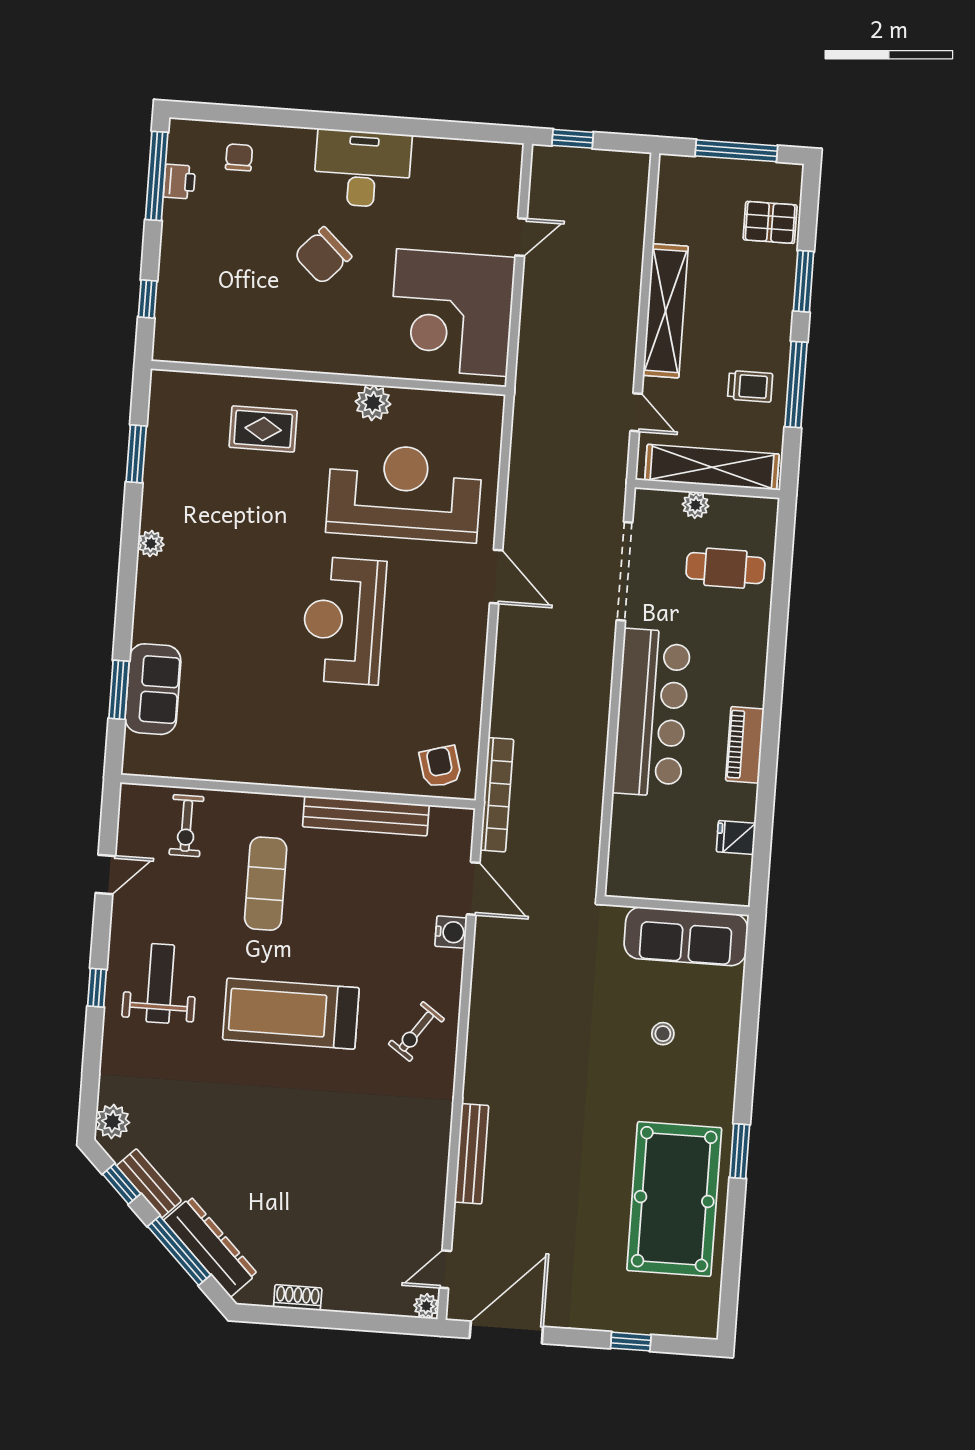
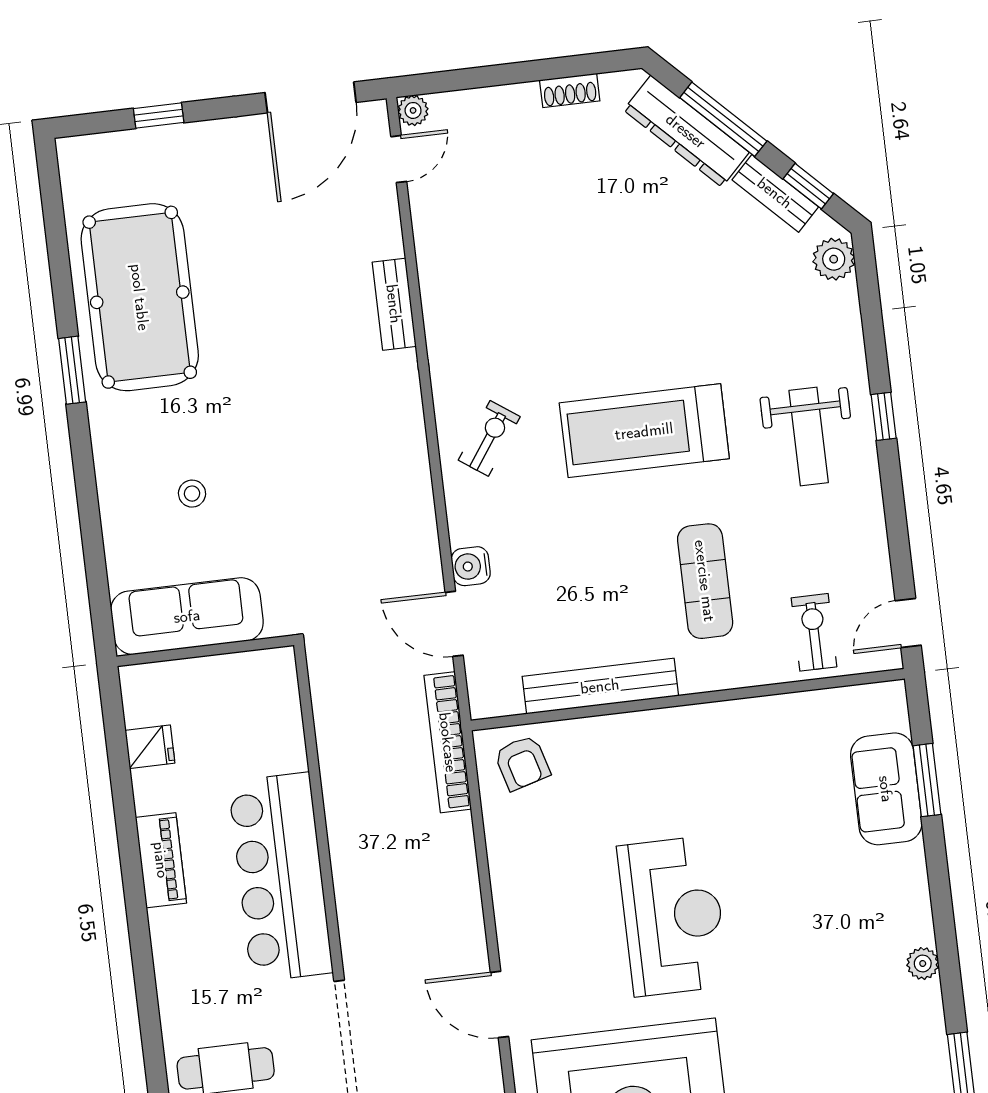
door: (105, 874) -> (908, 623), moved
treadmill: (291, 1014) -> (644, 431), turned 180
bench: (471, 1154) -> (394, 304), width x0.73

